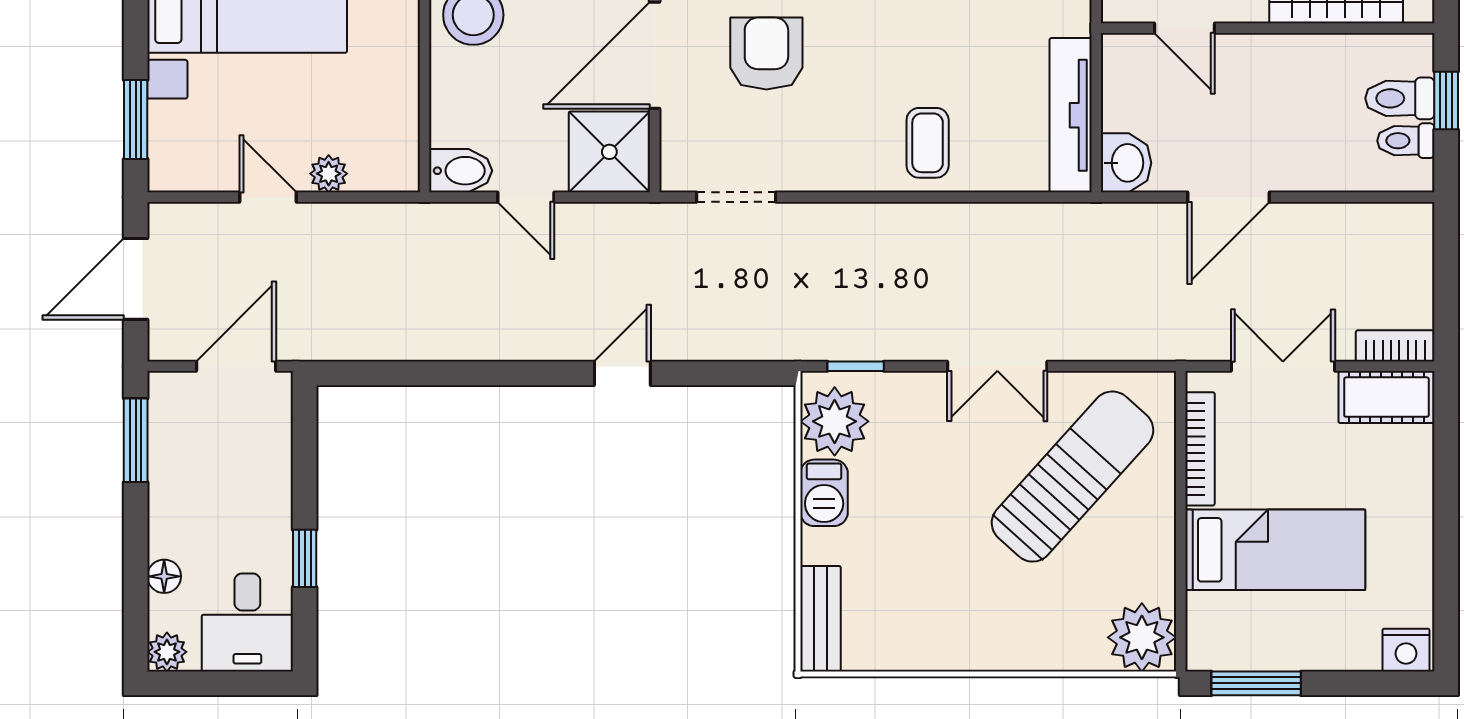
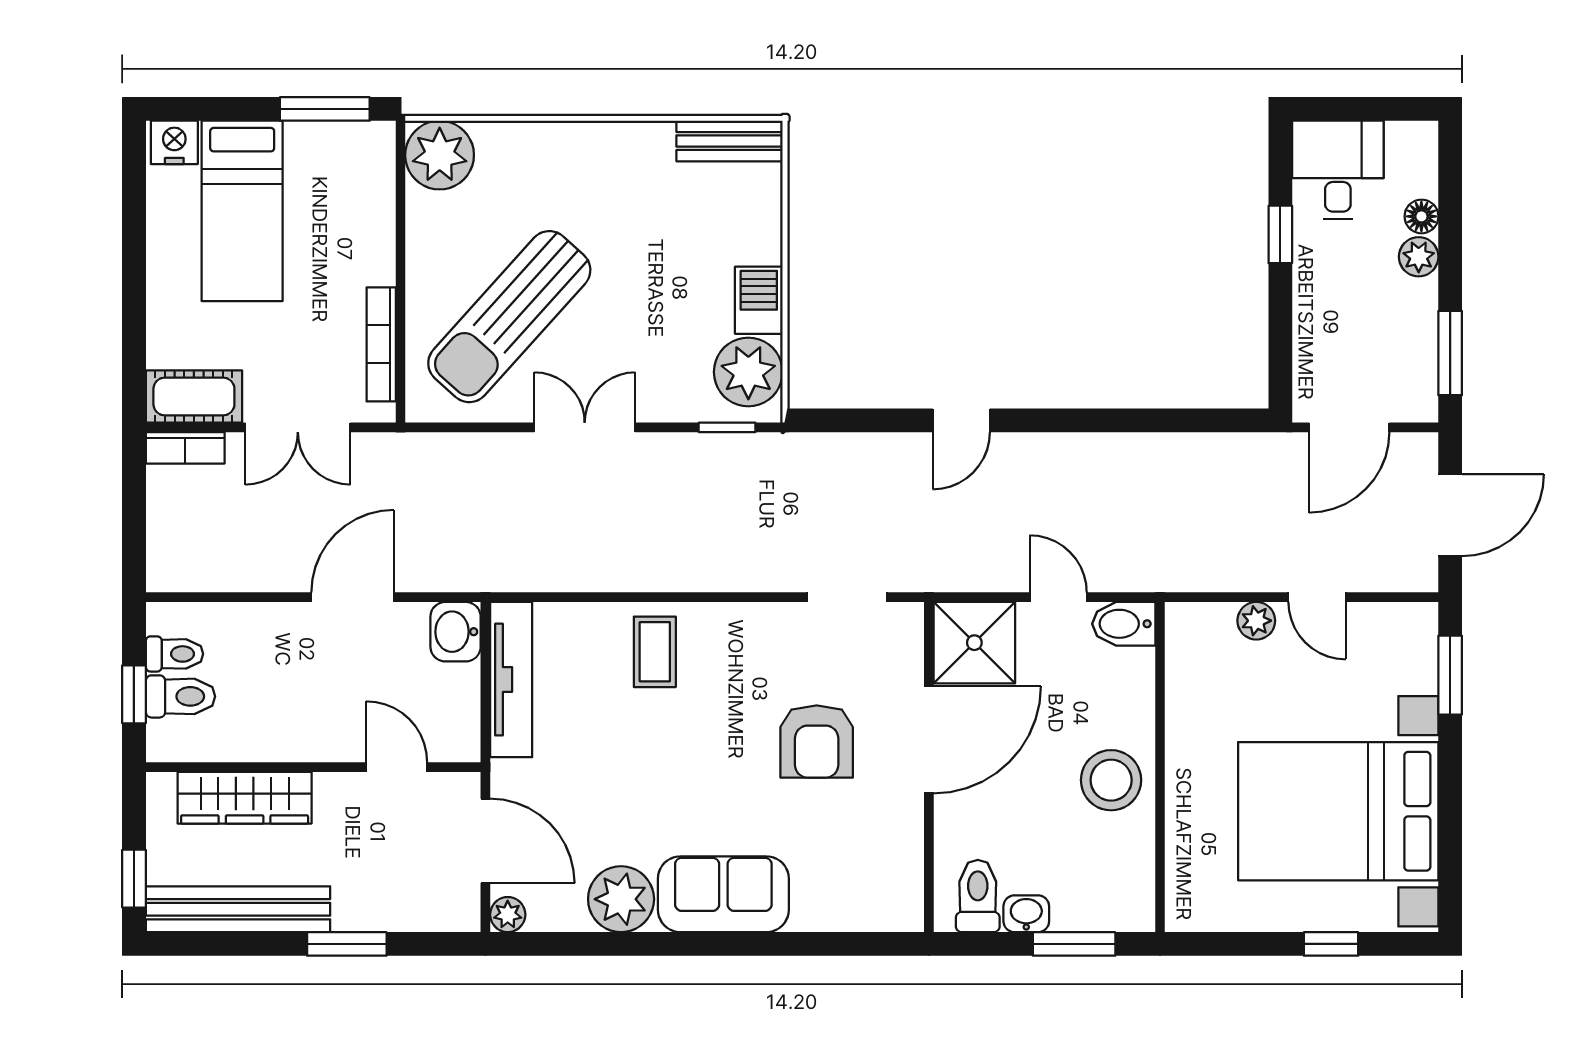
bed: (1275, 550) -> (242, 211), moved, turned -90
bench: (820, 619) -> (730, 141), moved, turned 90
plant: (167, 652) -> (1419, 257), moved

